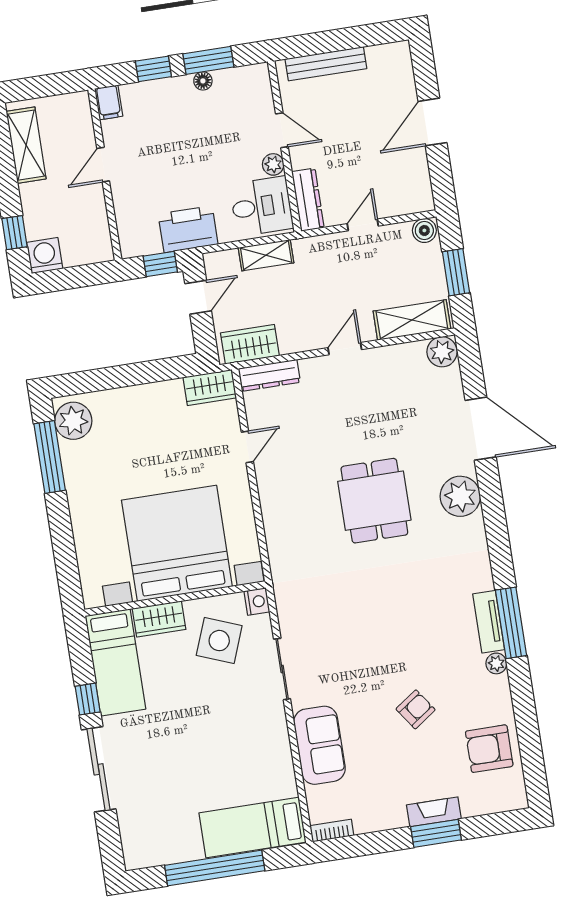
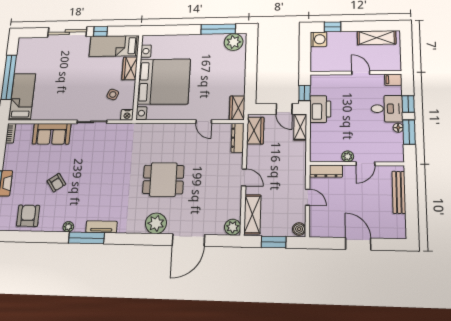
desk: (261, 206) -> (387, 109), moved, turned -90
shelving: (266, 255) -> (300, 127), moved
tv unit: (489, 622) -> (101, 227), moved
side table: (219, 641) -> (113, 94), width x0.54, depth x0.54

